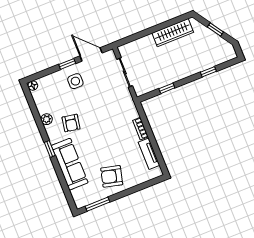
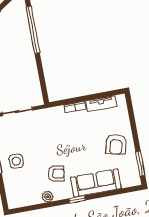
window: (208, 72) -> (33, 30), width x3.17
floor lamp: (33, 86) -> (12, 203), removed
window: (167, 88) -> (41, 74), removed

